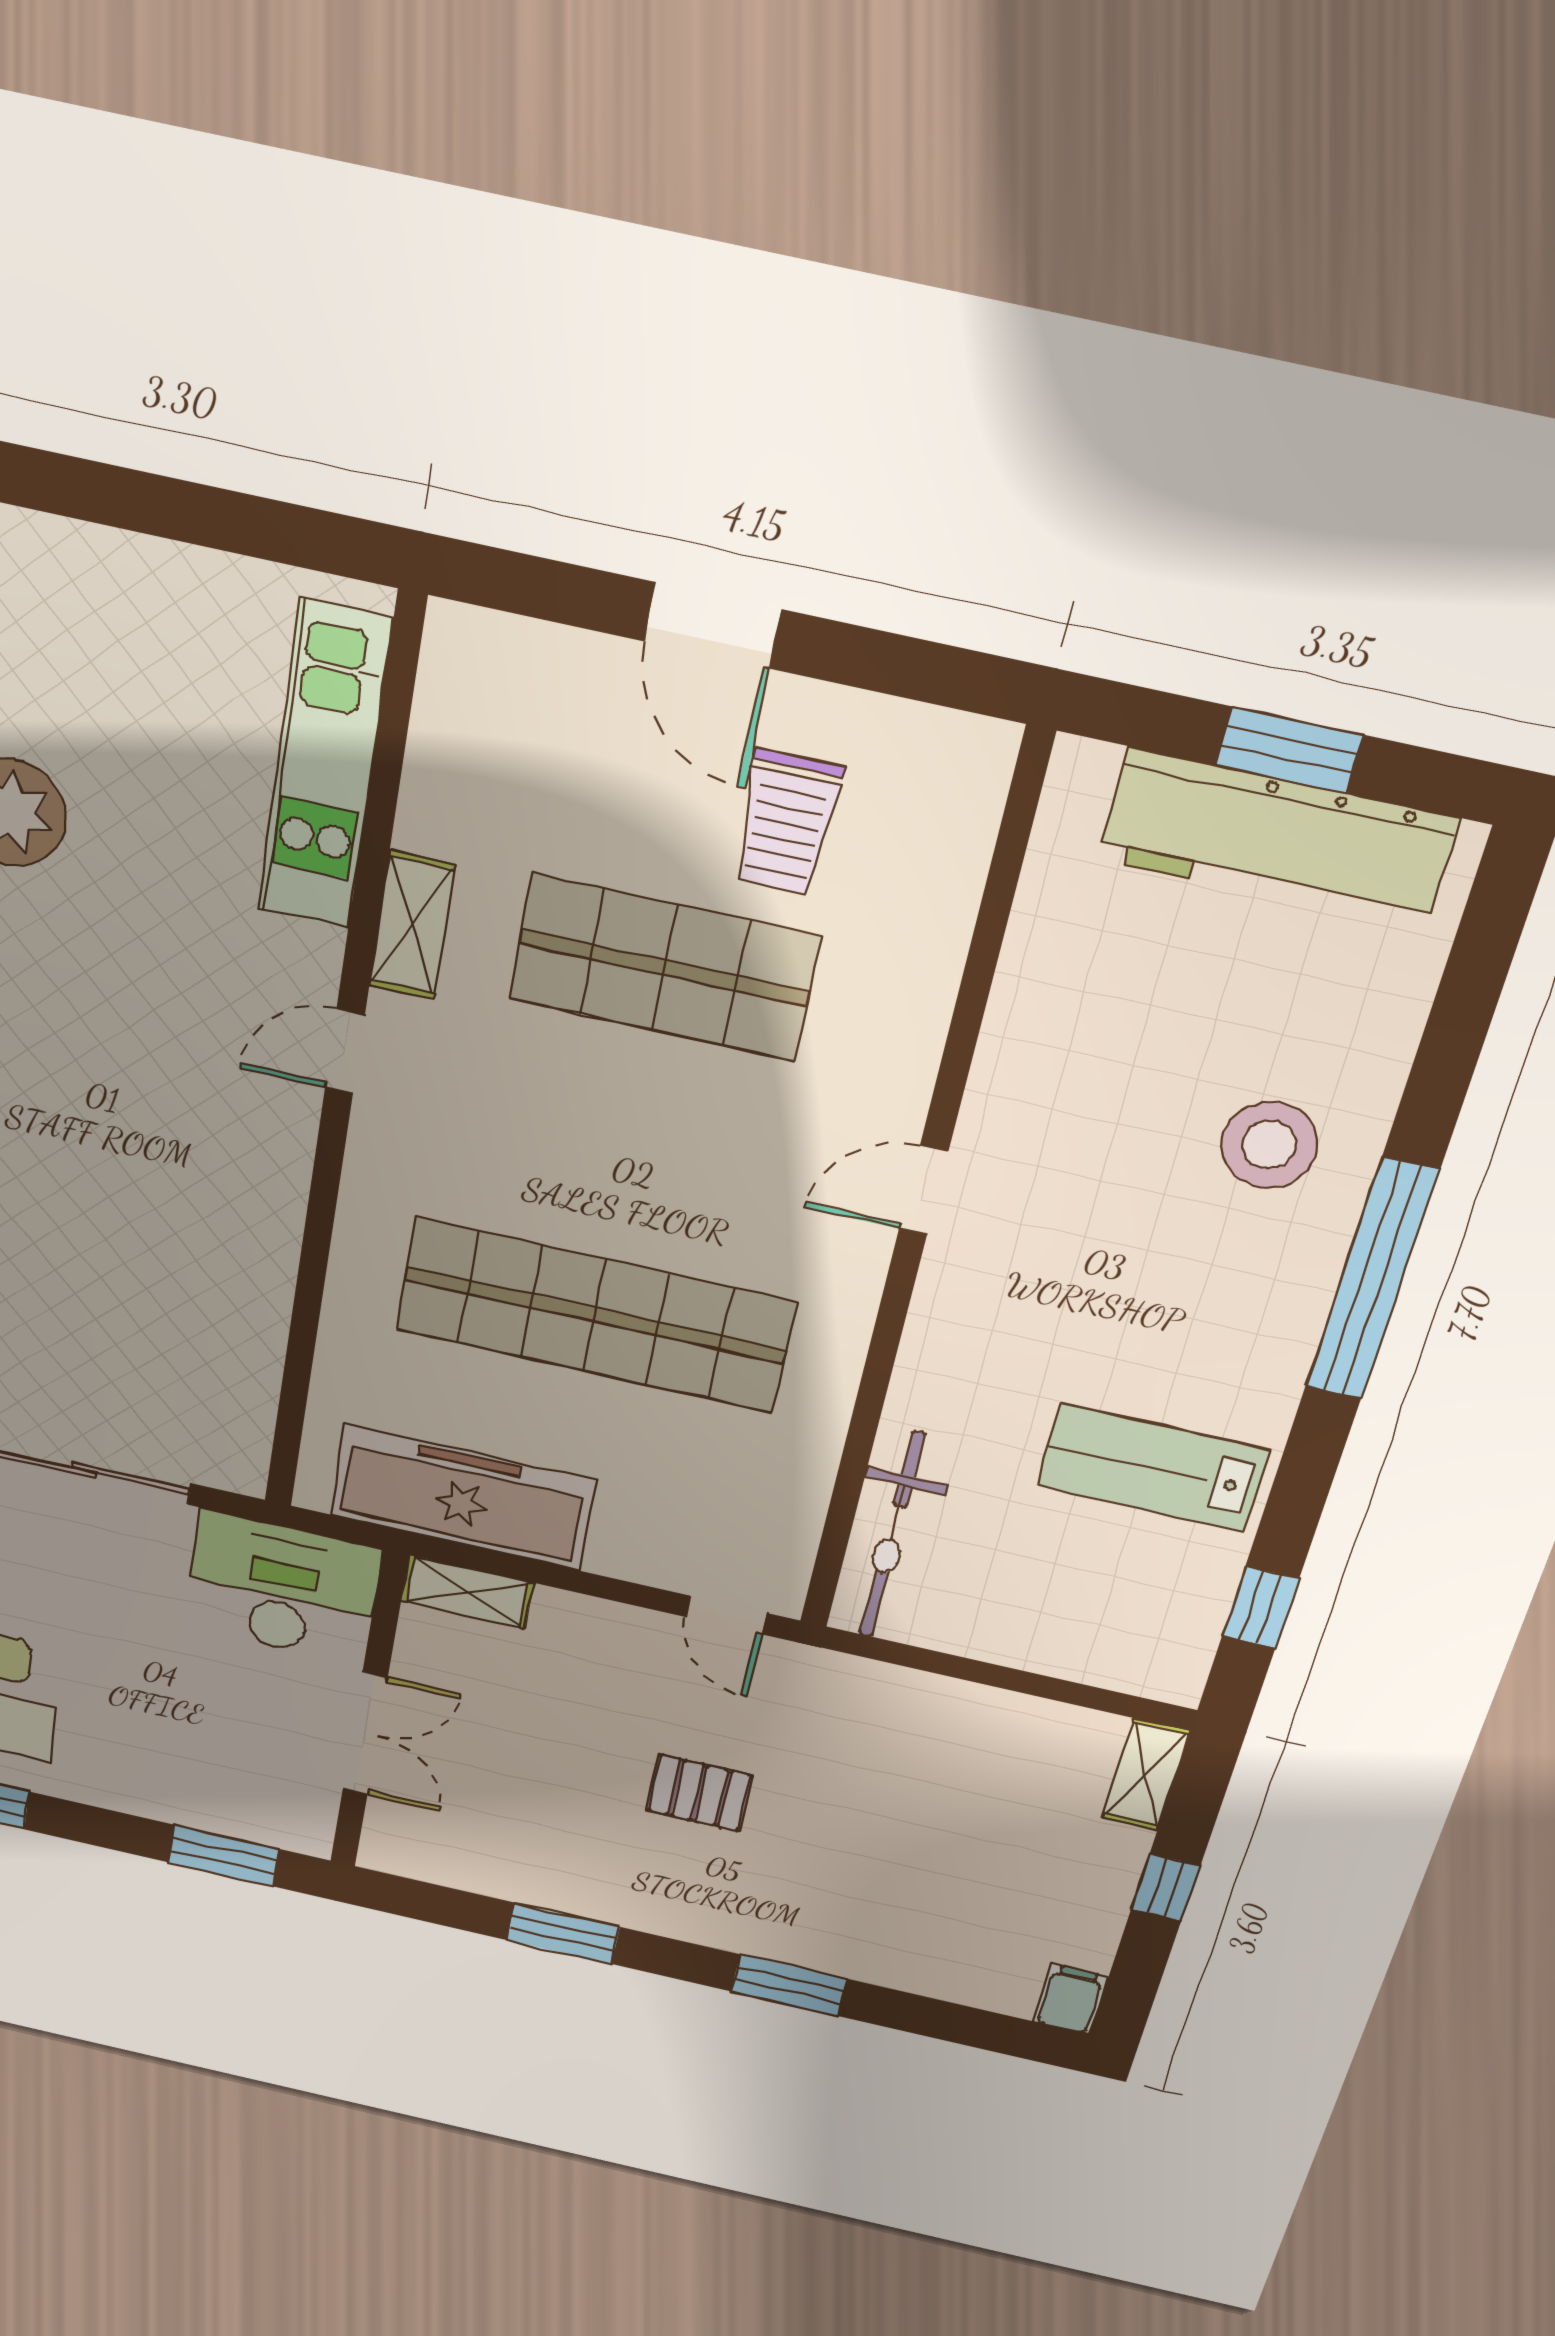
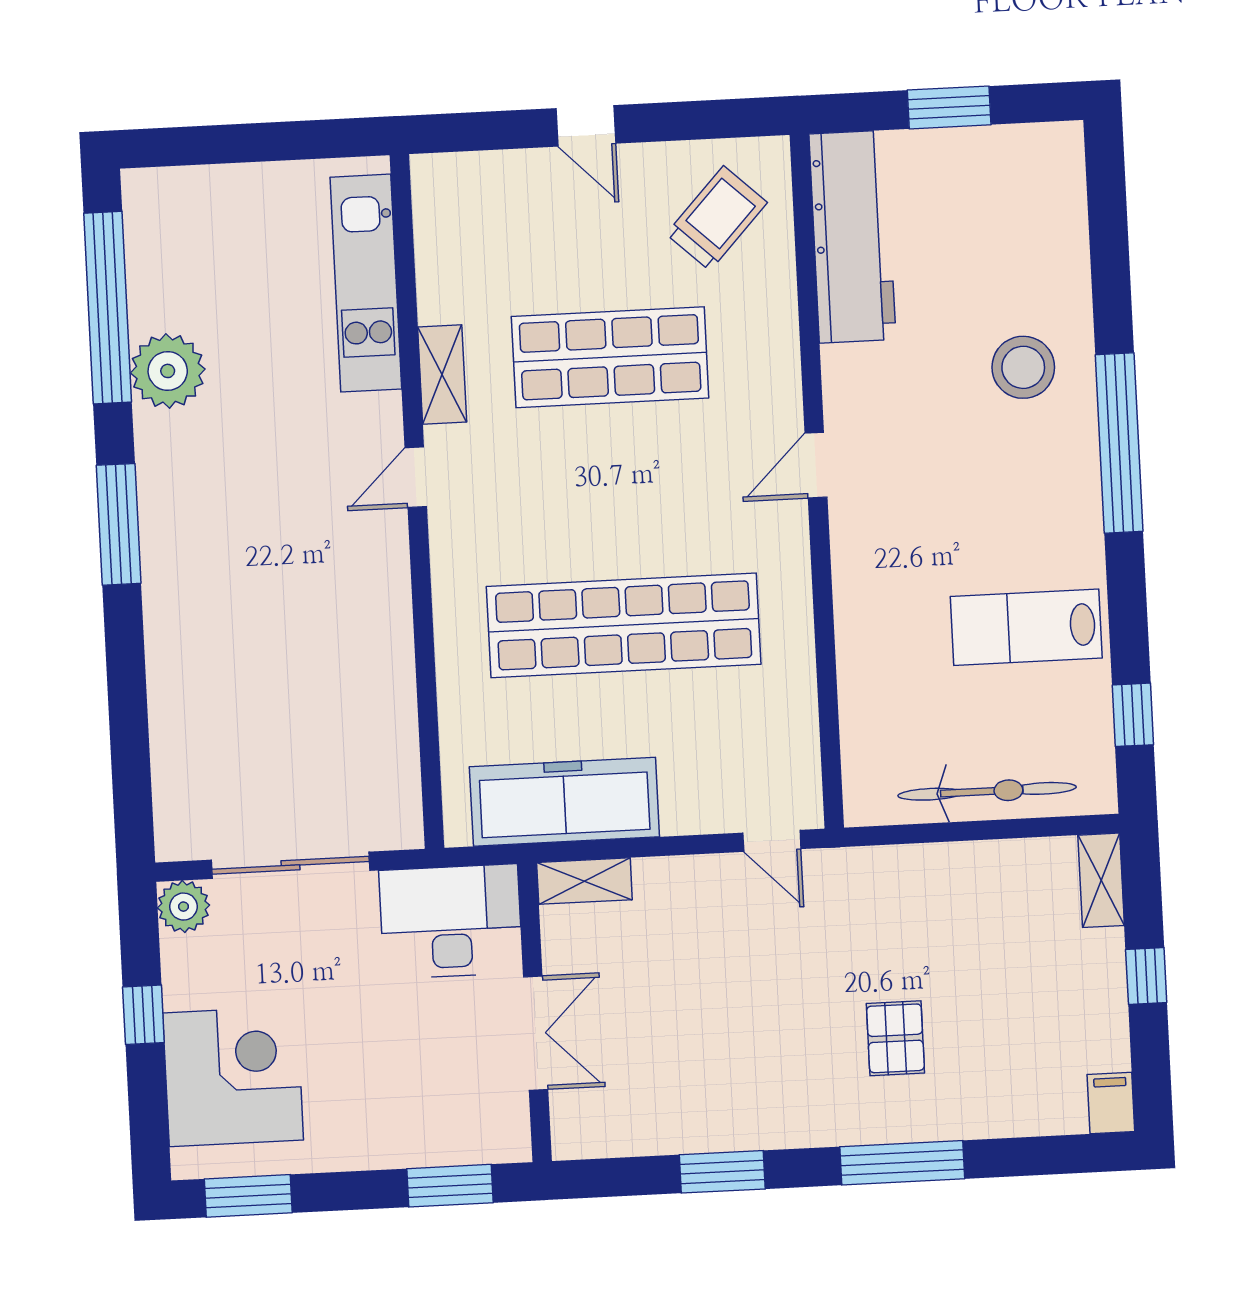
door: (712, 625) -> (586, 126), width x0.73
trolley: (787, 823) -> (717, 218), moved, turned -137
workbench: (1277, 839) -> (852, 237), moved, turned -90
bicycle: (892, 1535) -> (987, 791), moved, turned -90
pallet: (699, 1793) -> (895, 1038), moved, turned 90
window: (789, 1985) -> (902, 1163), width x1.44

